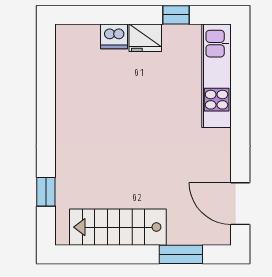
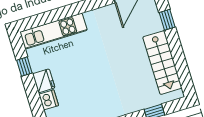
window: (181, 254) -> (167, 20), width x0.67

